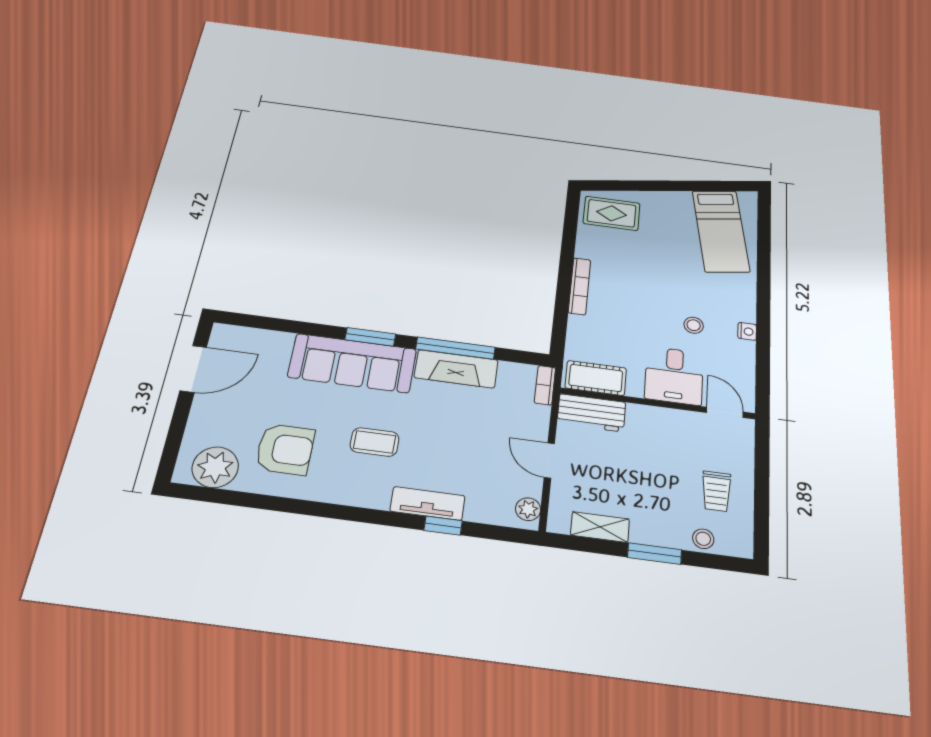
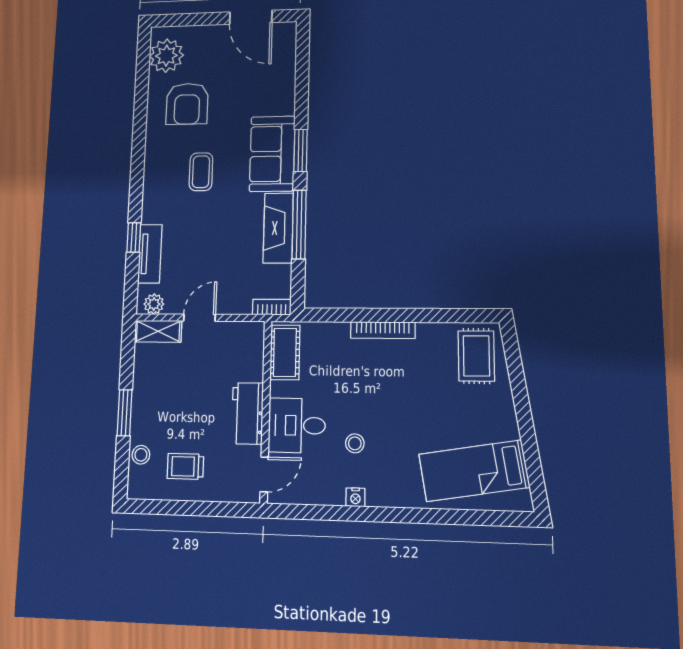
sofa: (352, 363) -> (272, 154), width x0.73
workbench: (591, 413) -> (247, 413), moved
tv unit: (428, 503) -> (150, 254), moved
shelving: (600, 527) -> (158, 331), moved, turned 90

